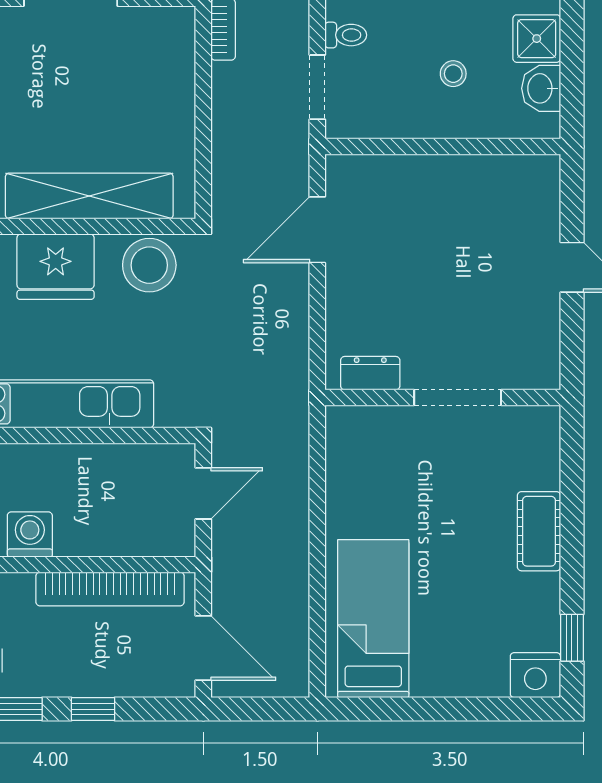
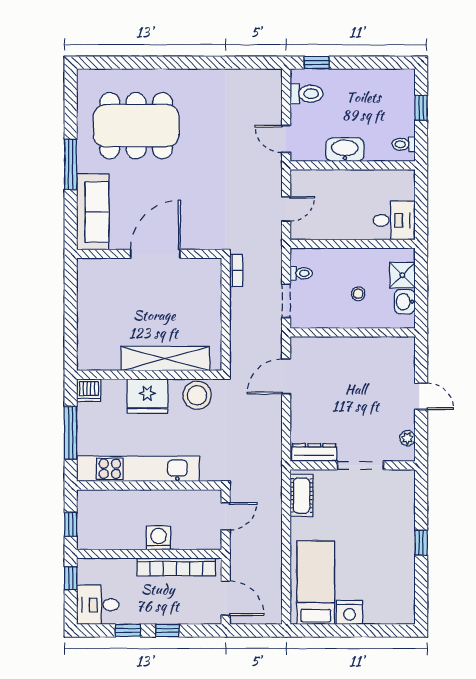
plant: (546, 346) -> (407, 438), added
dresser: (370, 373) -> (314, 452), width x1.44
cot: (539, 531) -> (302, 496), moved
washing machine: (30, 534) -> (159, 538), moved
window: (572, 638) -> (421, 543), moved
nightstand: (535, 675) -> (350, 612), moved

